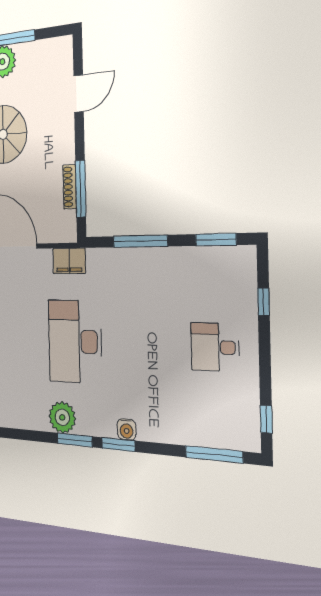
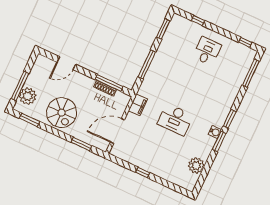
door: (79, 94) -> (66, 63), swing flipped
desk: (75, 341) -> (175, 120), width x0.73, depth x0.77
desk: (215, 347) -> (207, 51), turned 180
plant: (62, 417) -> (196, 165), moved
water cooler: (127, 429) -> (215, 132), moved

